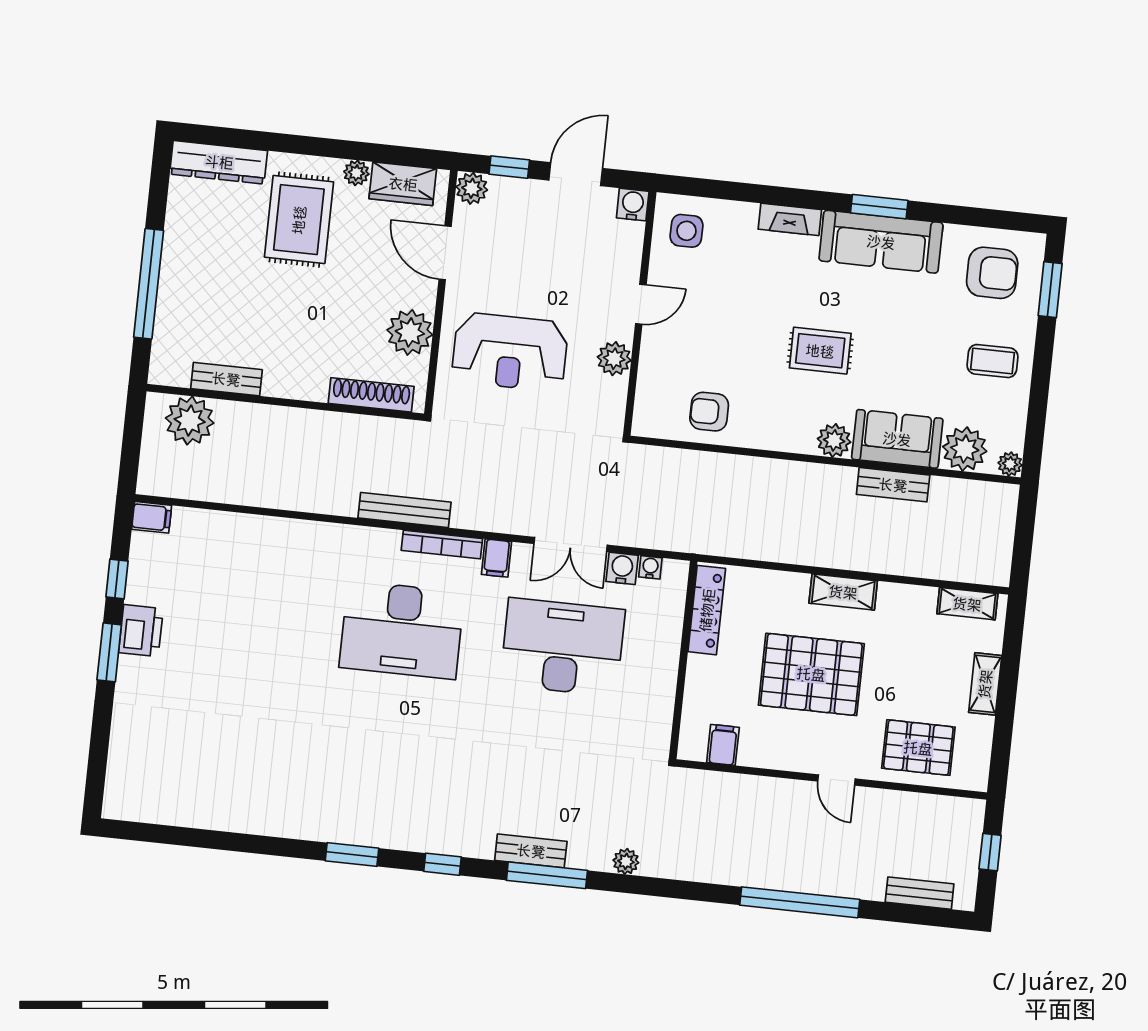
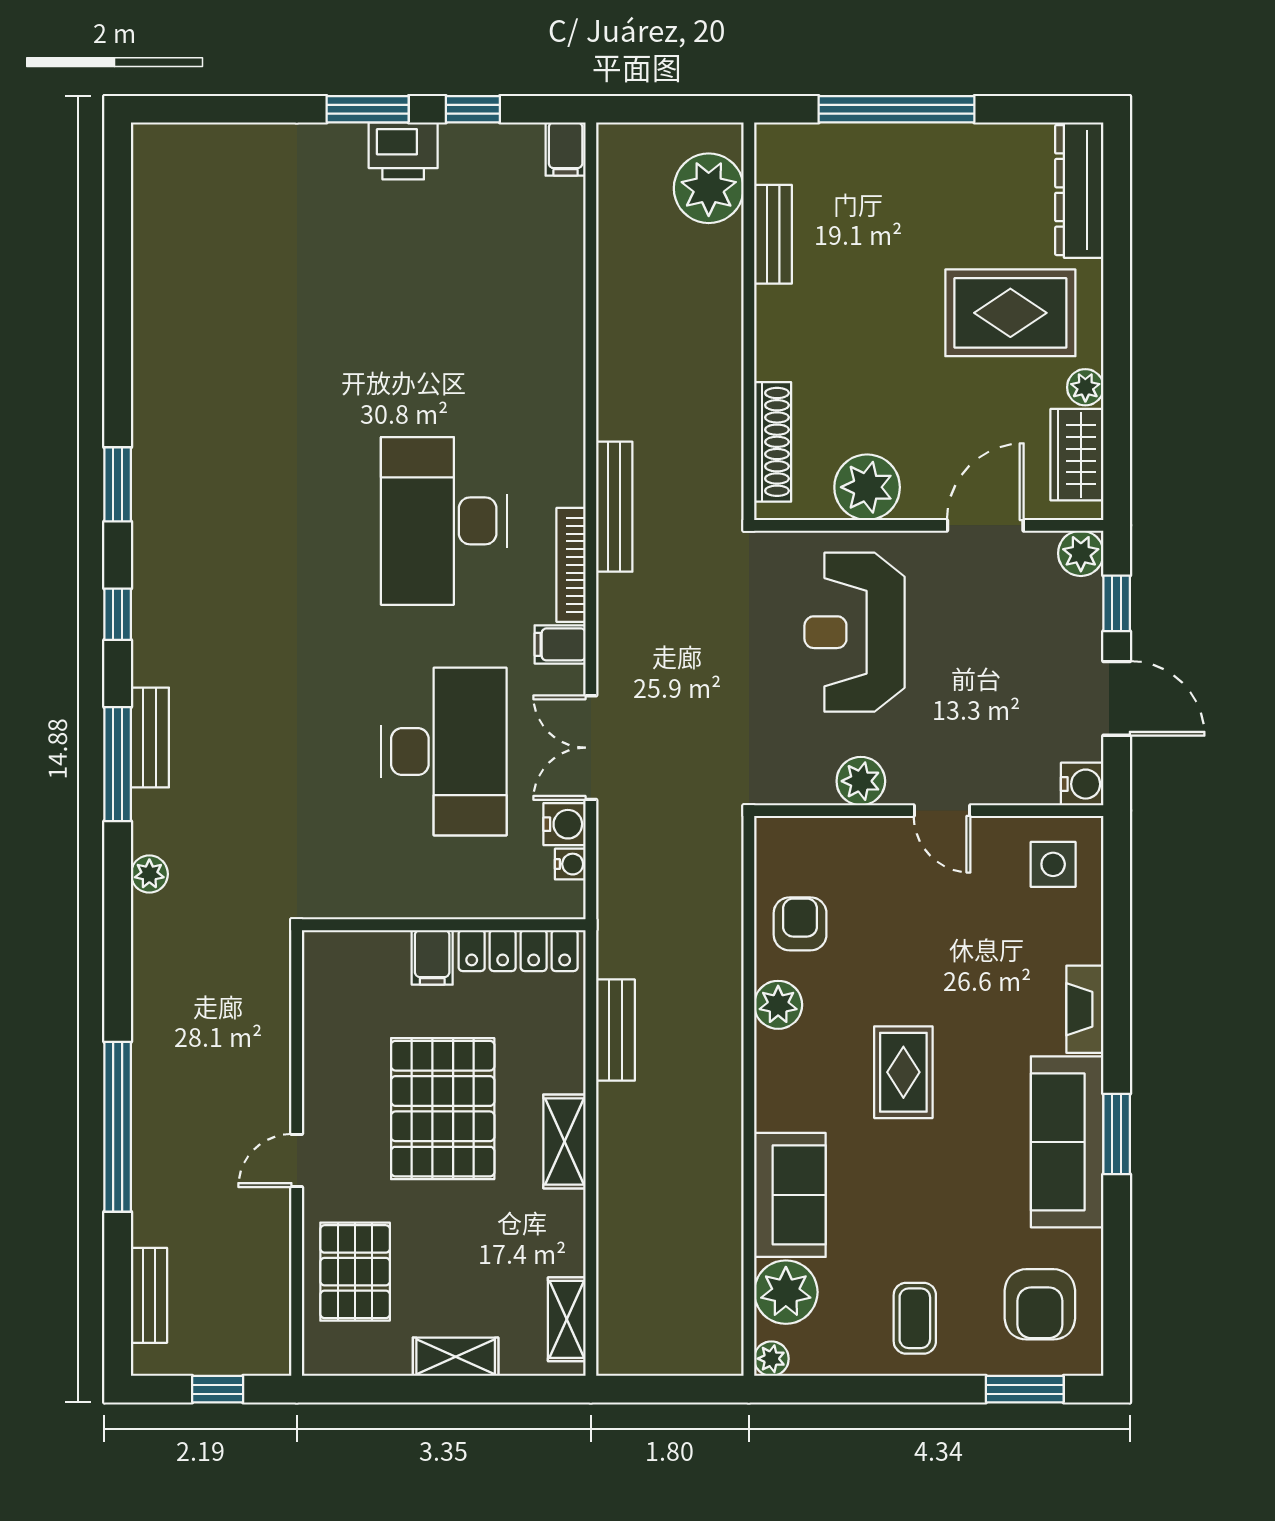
plant: (834, 440) -> (778, 1005), moved
bench: (893, 485) -> (615, 1030), moved
filing cabinet: (723, 745) -> (432, 957), moved, turned 90

